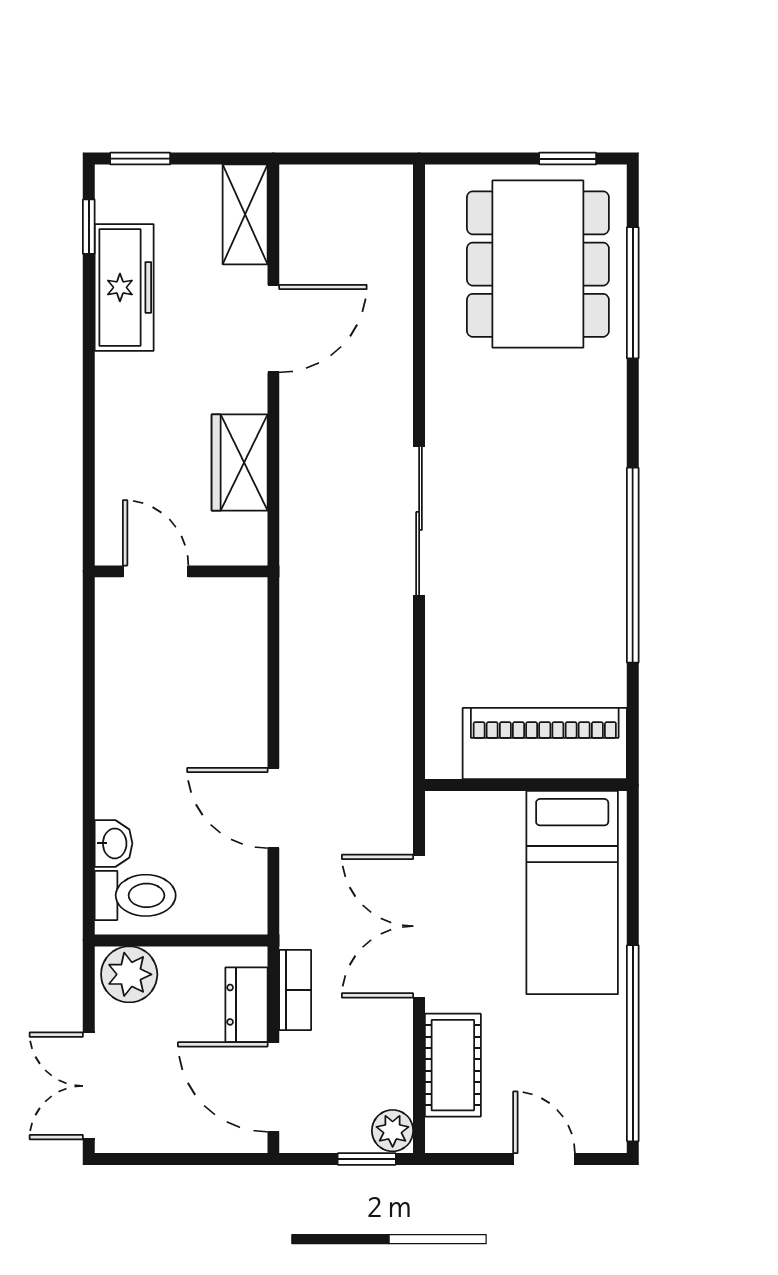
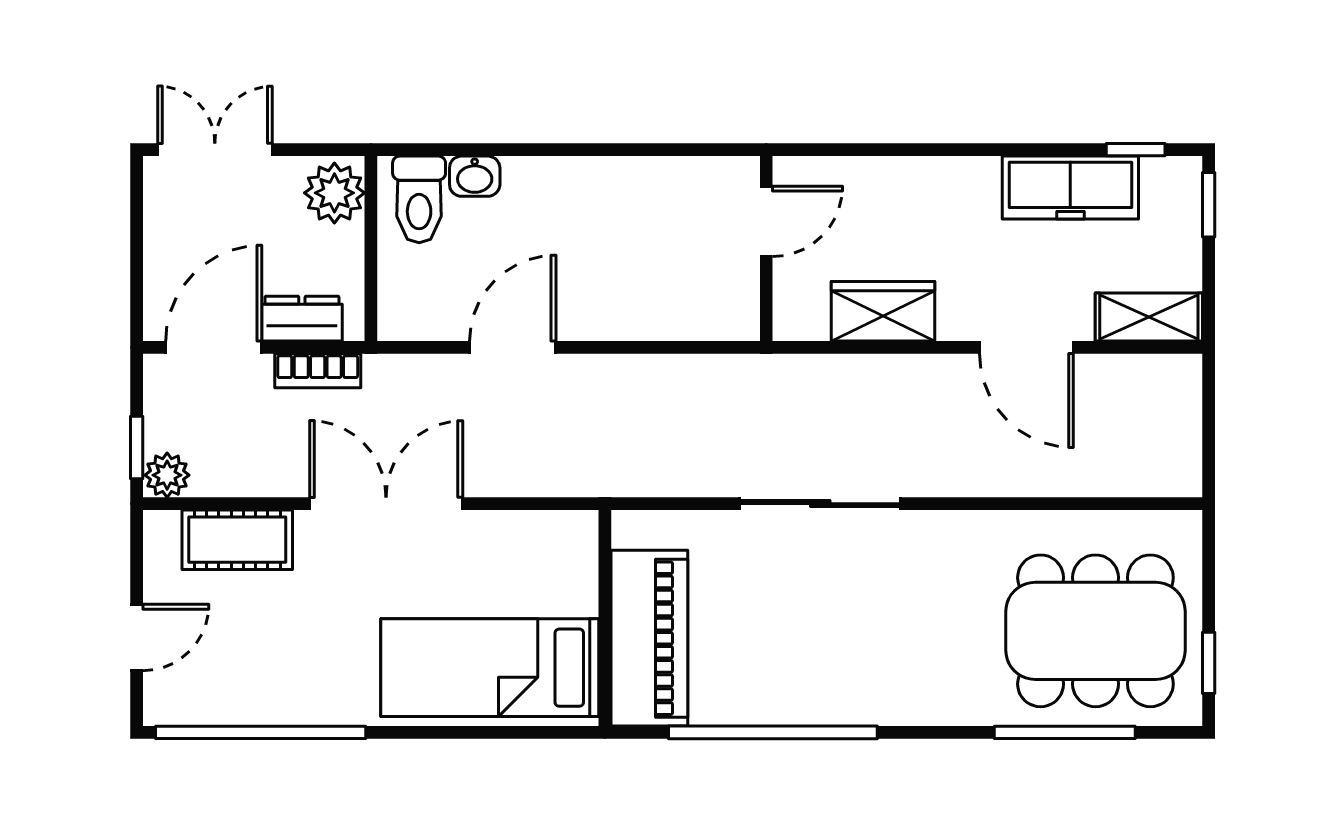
piano: (545, 744) -> (649, 638), moved
wall: (526, 785) -> (605, 618), moved
bed: (572, 893) -> (490, 668), moved

